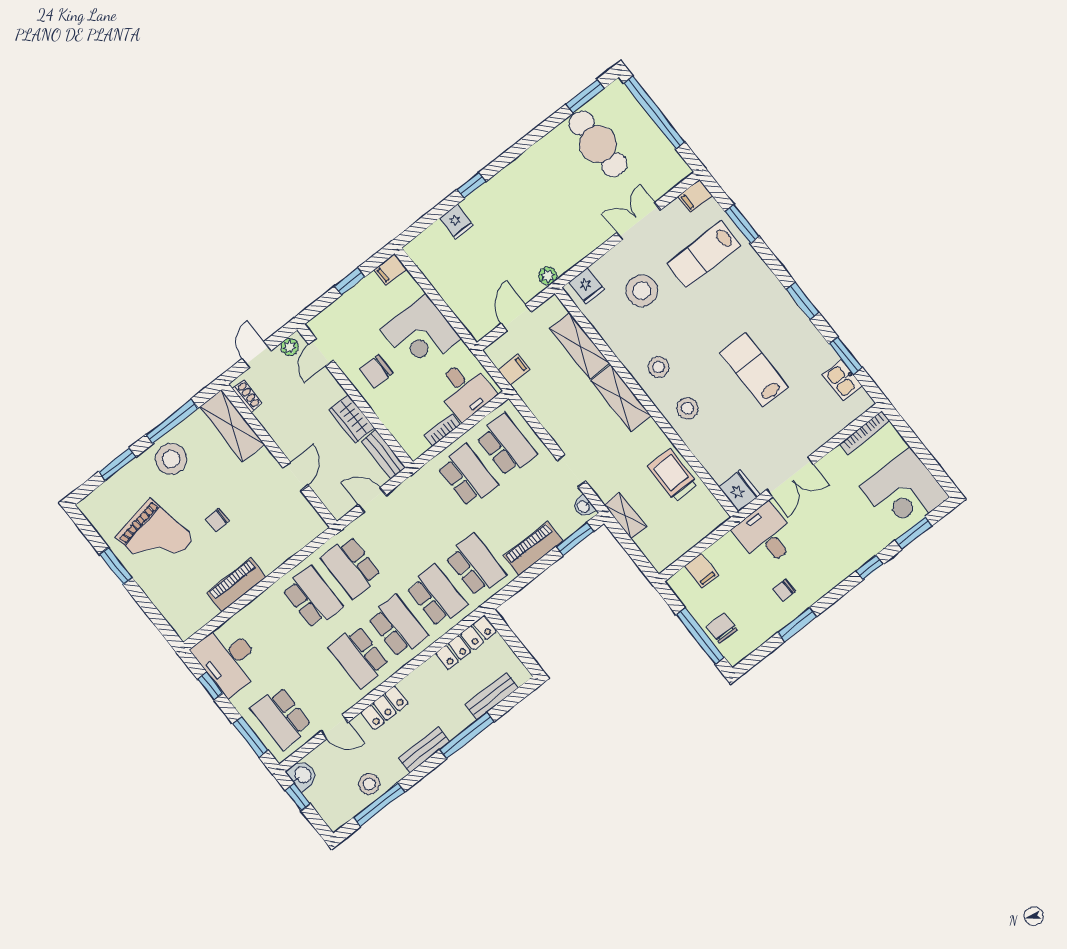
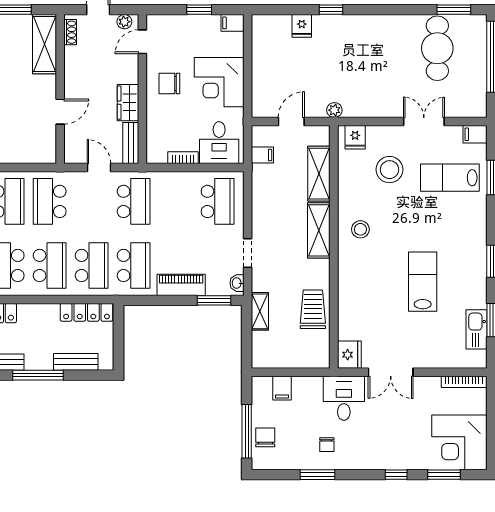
kitchen sink: (842, 380) -> (476, 329), width x1.38
stool: (687, 408) -> (358, 272), removed
school desk: (467, 476) -> (134, 201), moved
chair: (784, 590) -> (327, 445), turned -90

